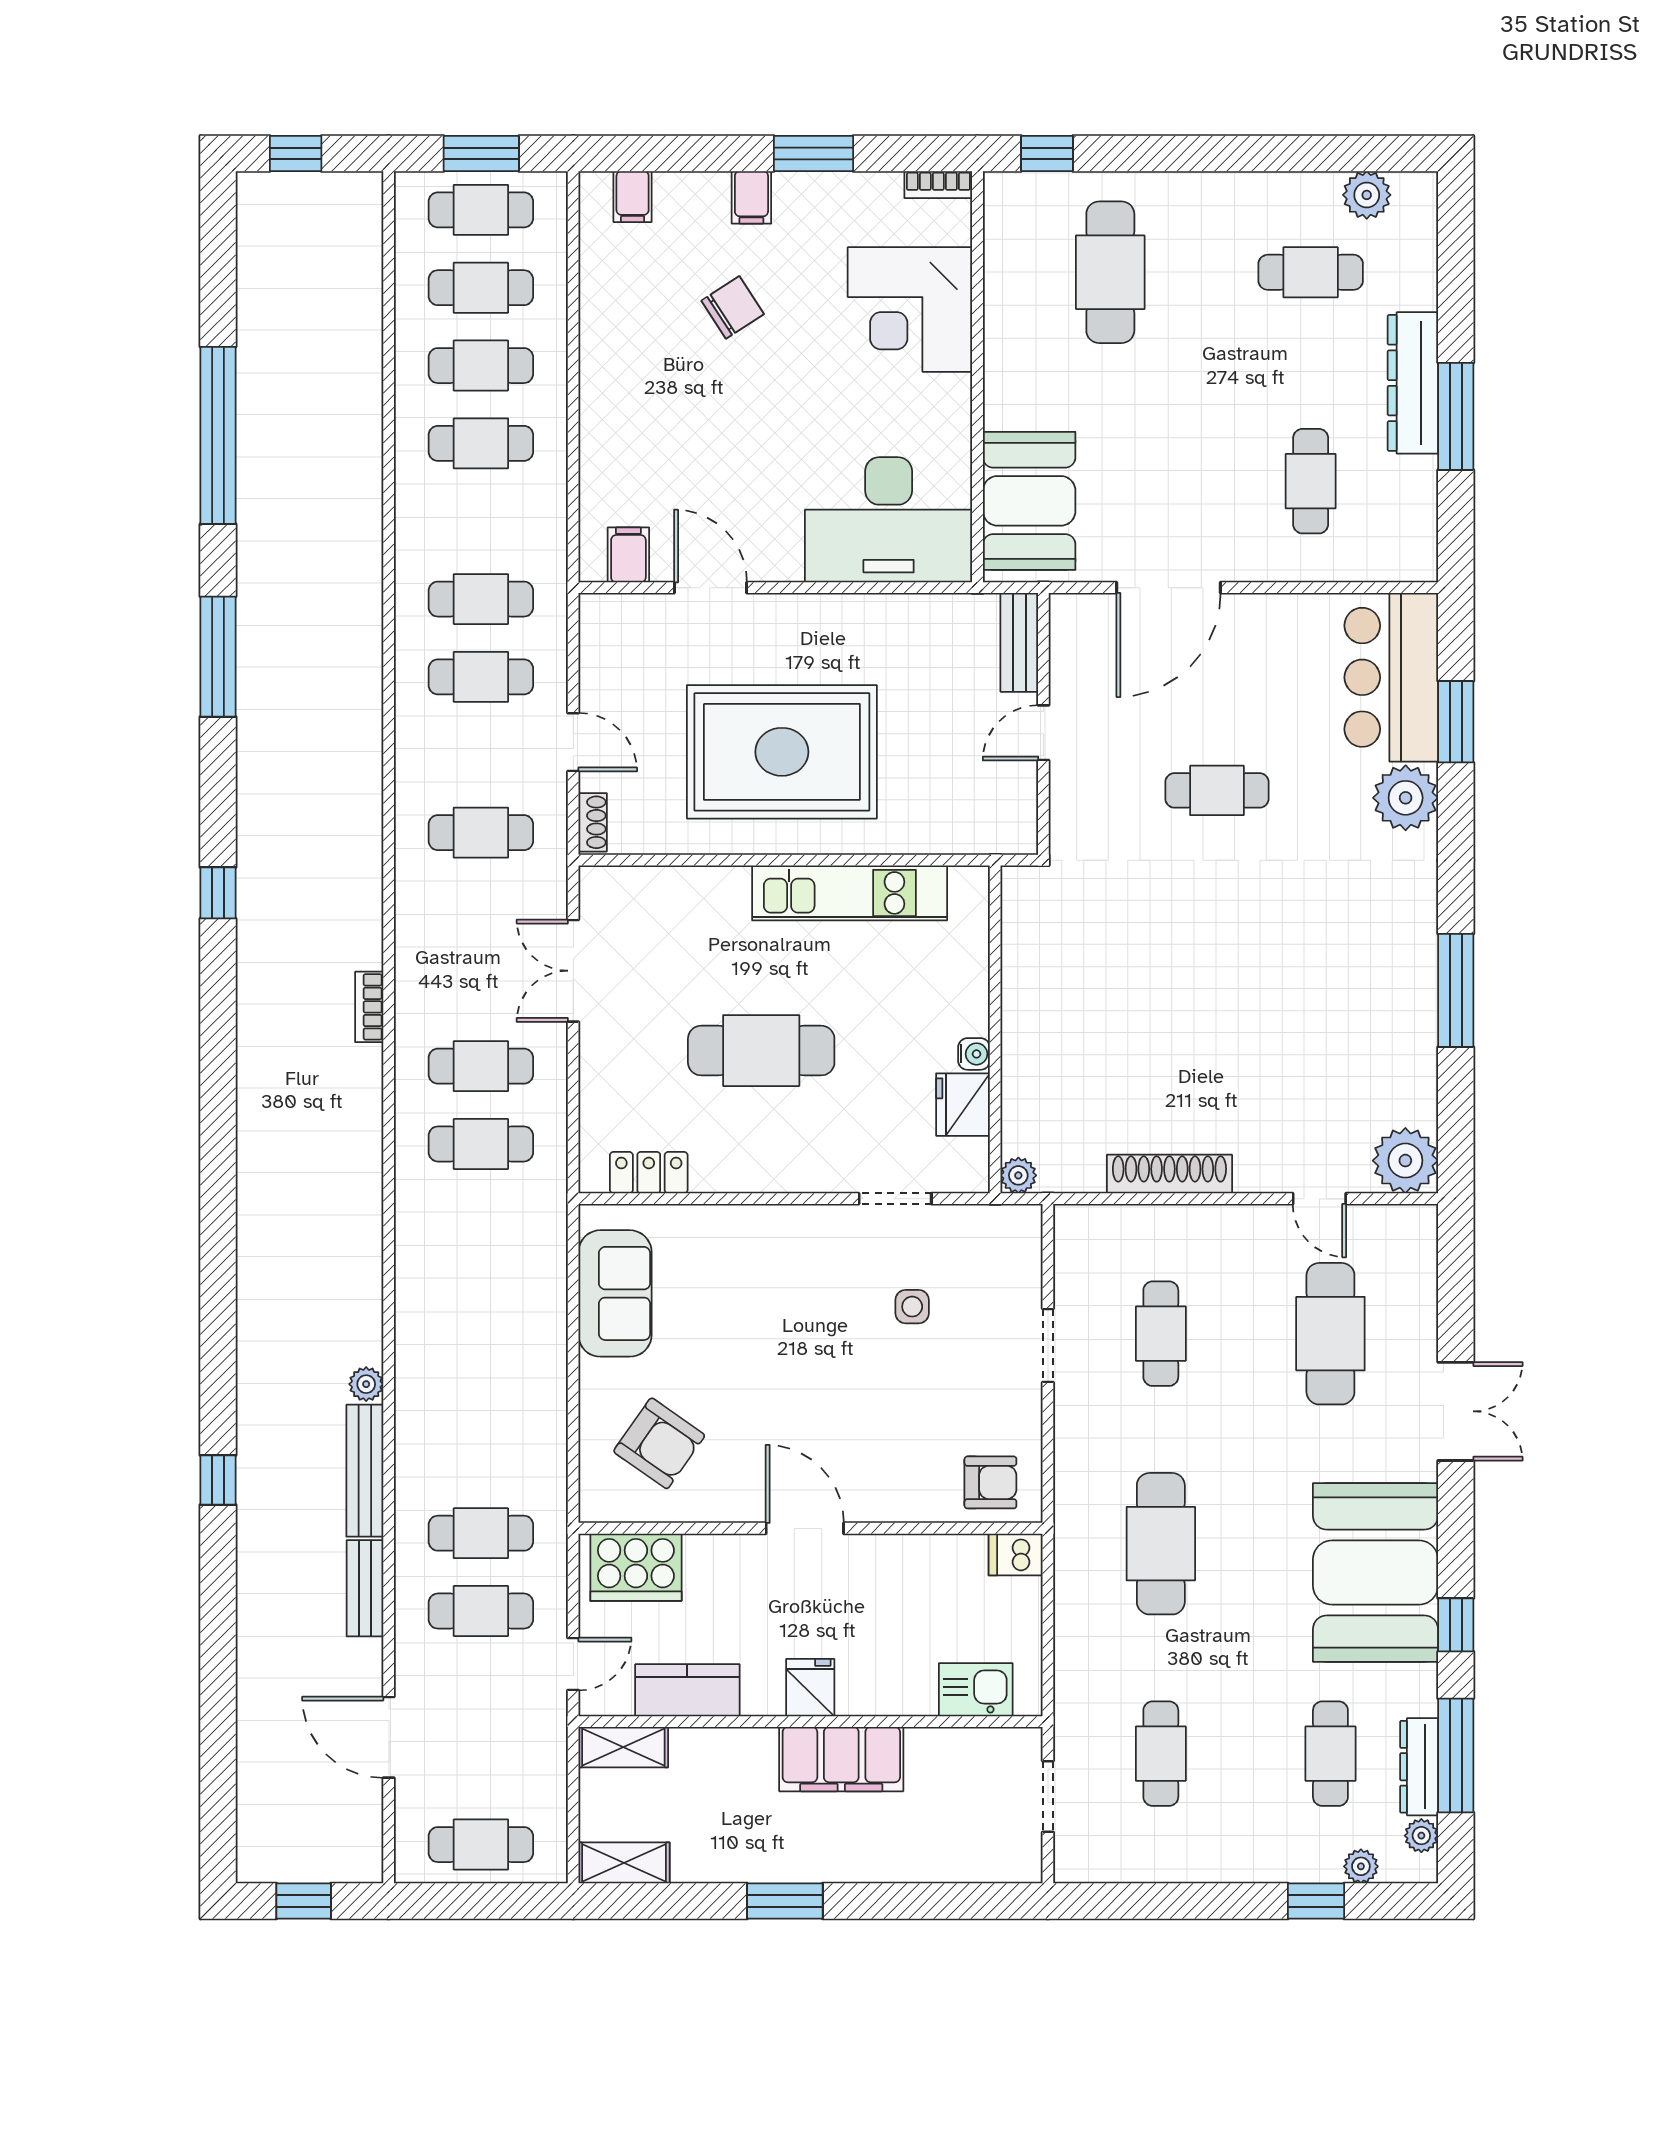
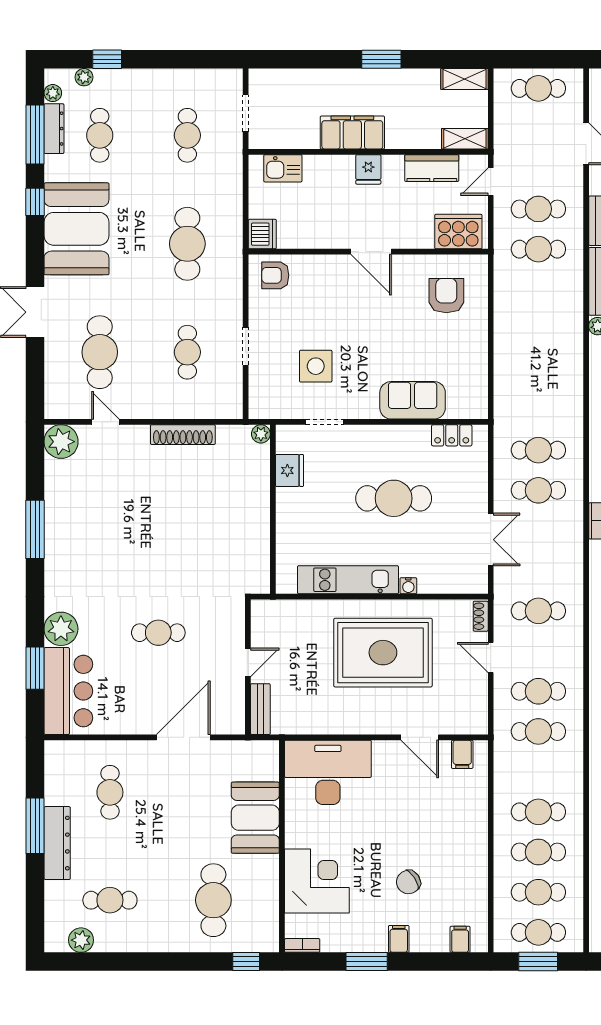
booth: (1029, 501) -> (255, 818), moved
water cooler: (974, 1054) -> (408, 586), moved, turned -90
sofa: (615, 1293) -> (413, 400), moved, turned 90
side table: (912, 1307) -> (316, 366), width x1.87, depth x1.87
armchair: (659, 1443) -> (446, 296), turned 55
dishwasher: (1016, 1554) -> (262, 234), width x1.38

